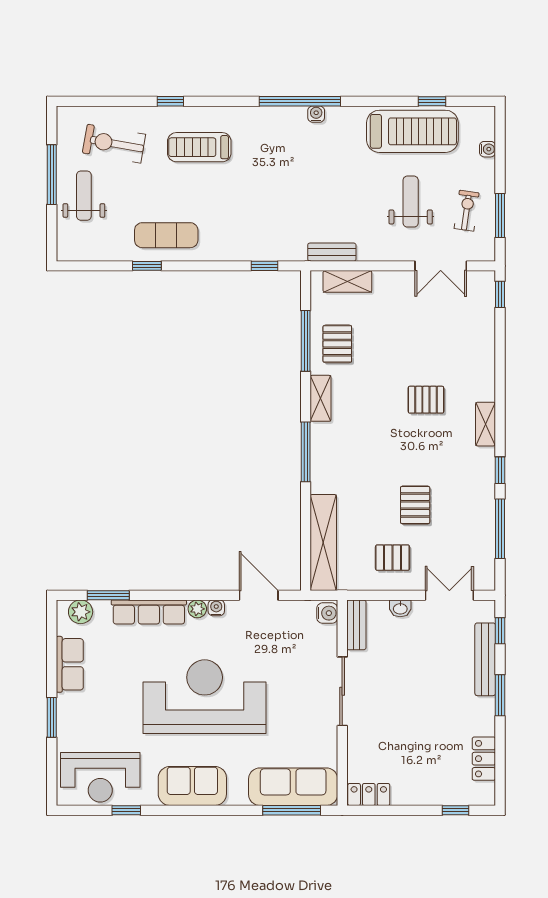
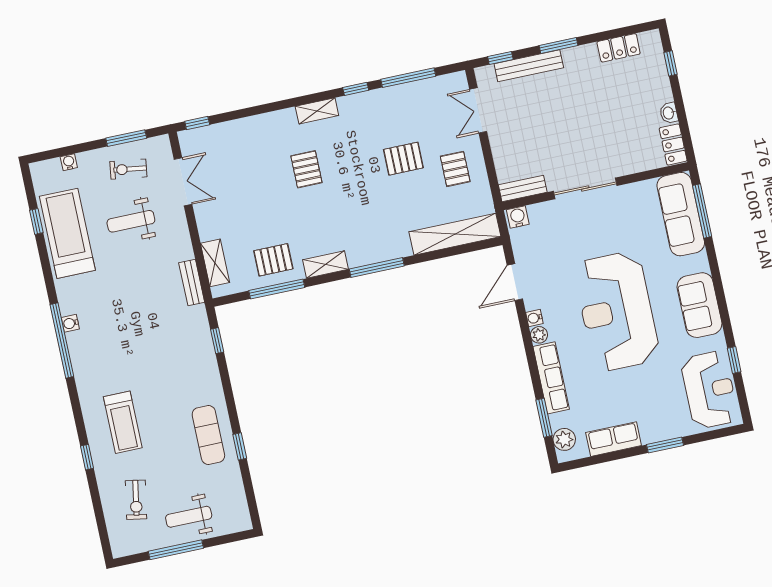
exercise bike: (114, 144) -> (136, 500), width x0.73, depth x0.72
washbasin: (400, 608) -> (669, 113), moved, turned 180

